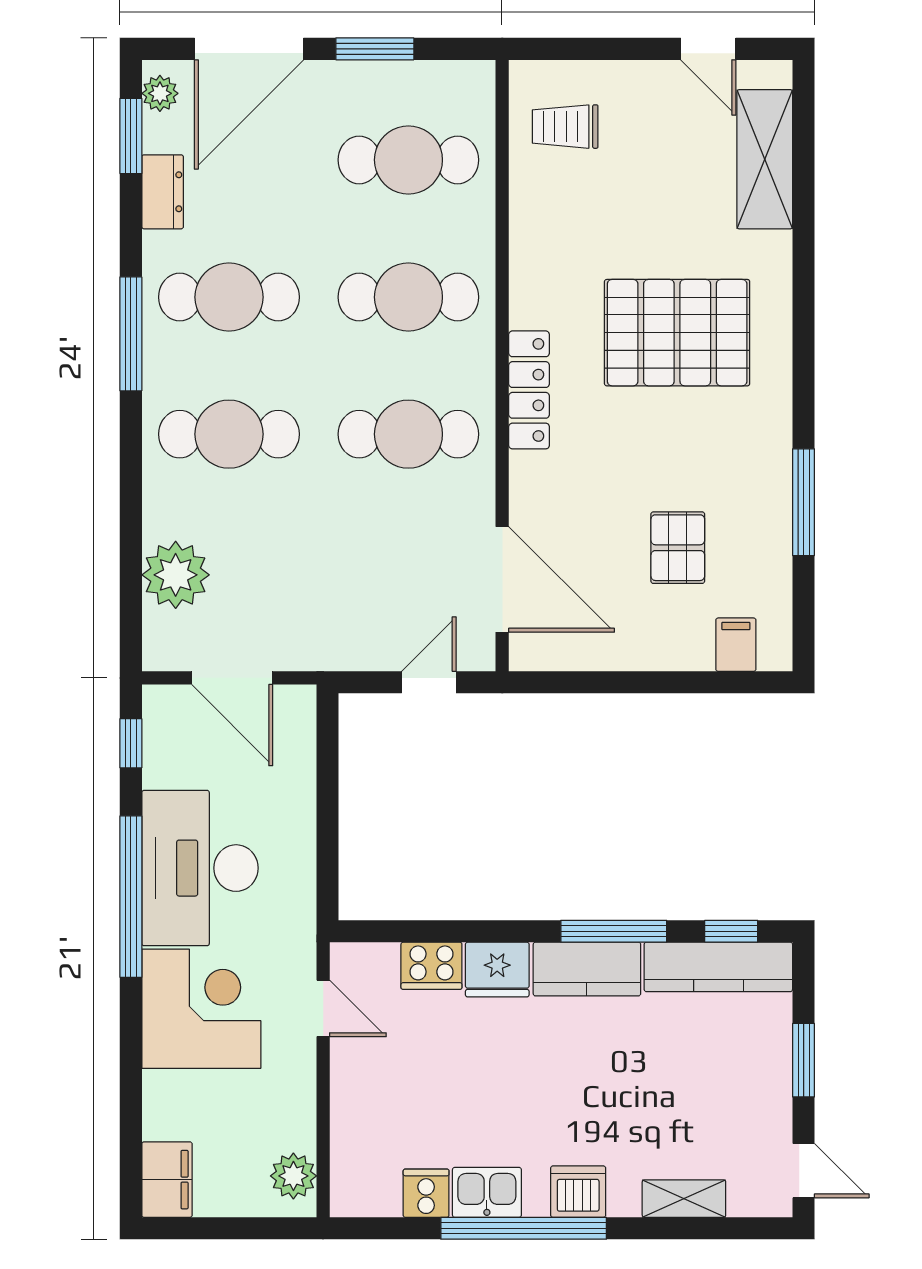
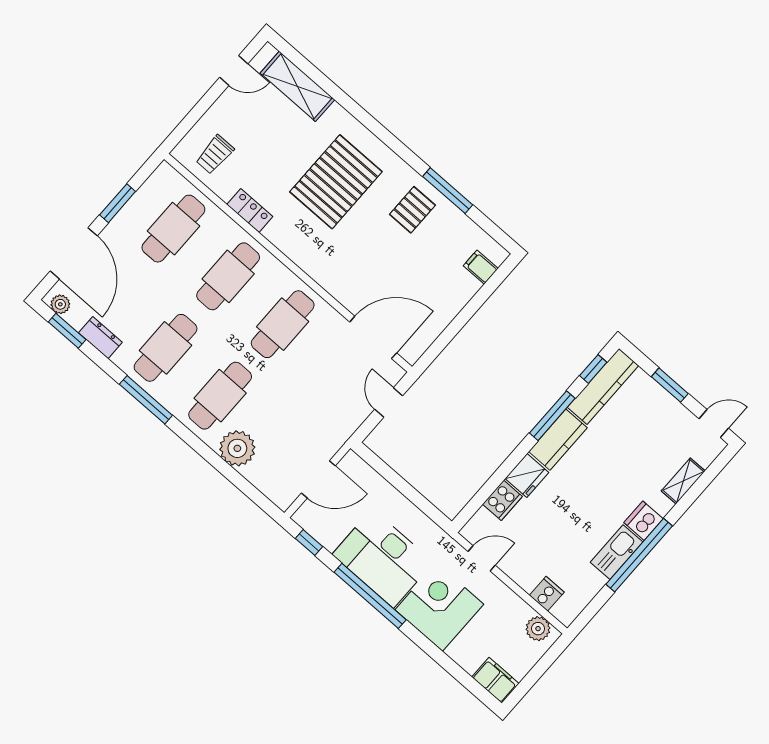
locker: (529, 390) -> (250, 211), moved, width x0.66
pallet: (678, 548) -> (412, 210), moved, turned 90
plant: (176, 575) -> (237, 448), moved
kitchen sink: (487, 1192) -> (617, 552), width x1.38
cooker: (426, 1193) -> (547, 594), moved, turned 90

